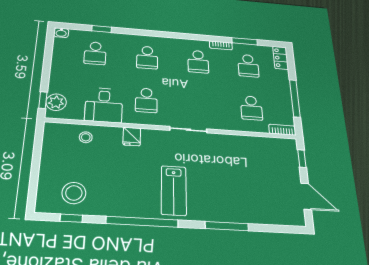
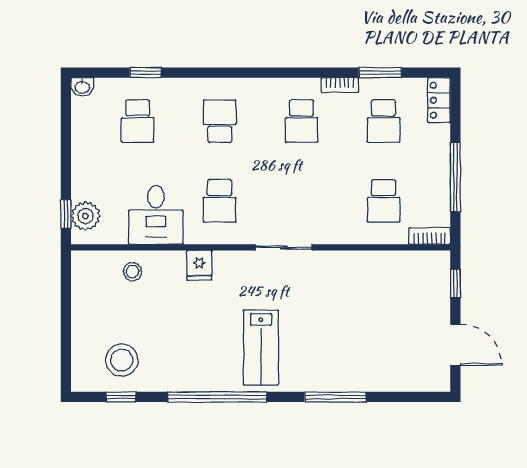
school desk: (147, 57) -> (220, 121), turned 180

